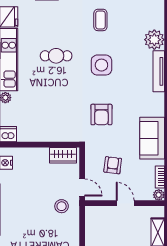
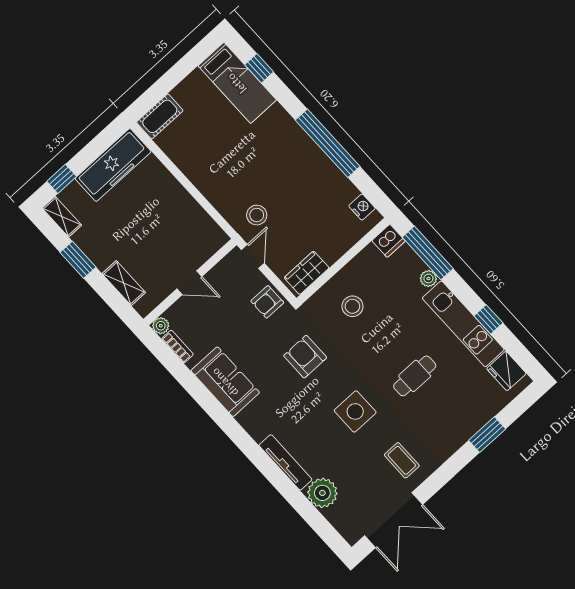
stool: (55, 118) -> (352, 306), added
armchair: (113, 165) -> (267, 302), moved, turned 83
door: (82, 187) -> (253, 256), swing flipped

